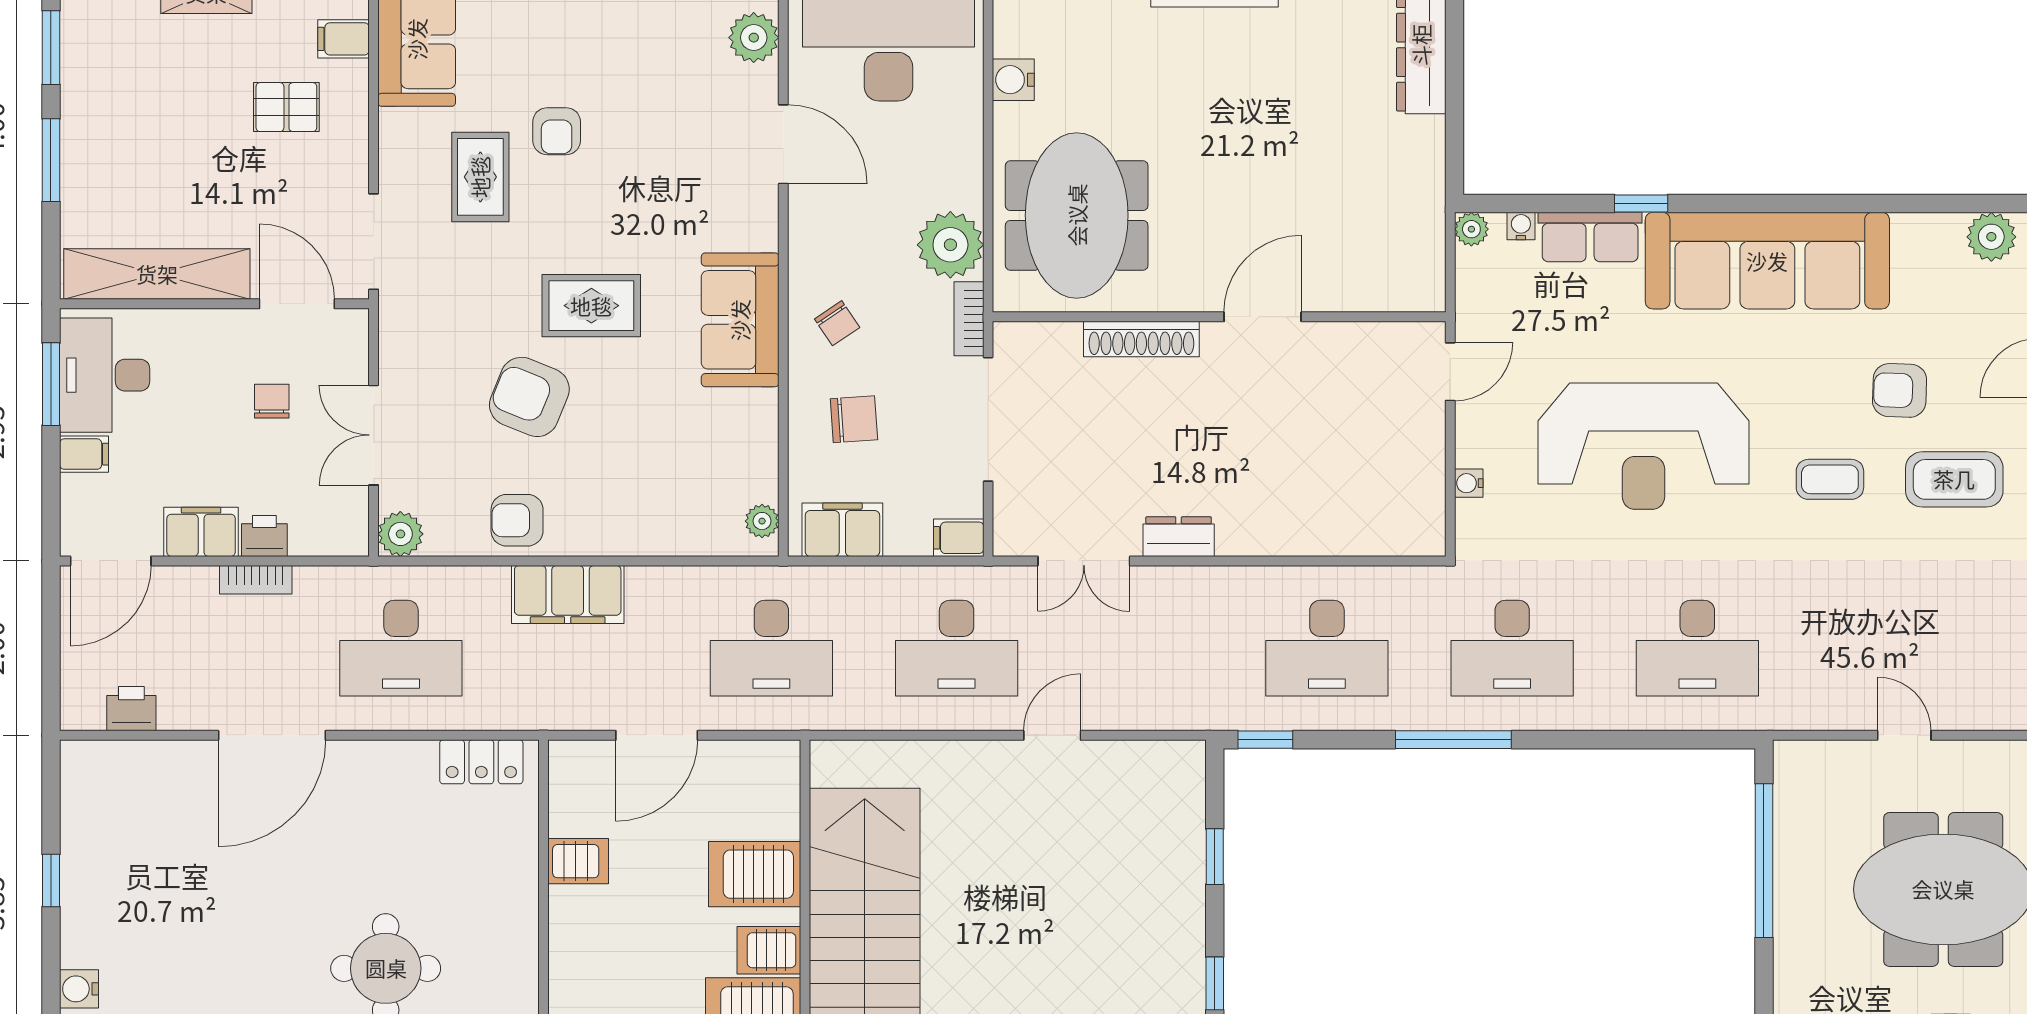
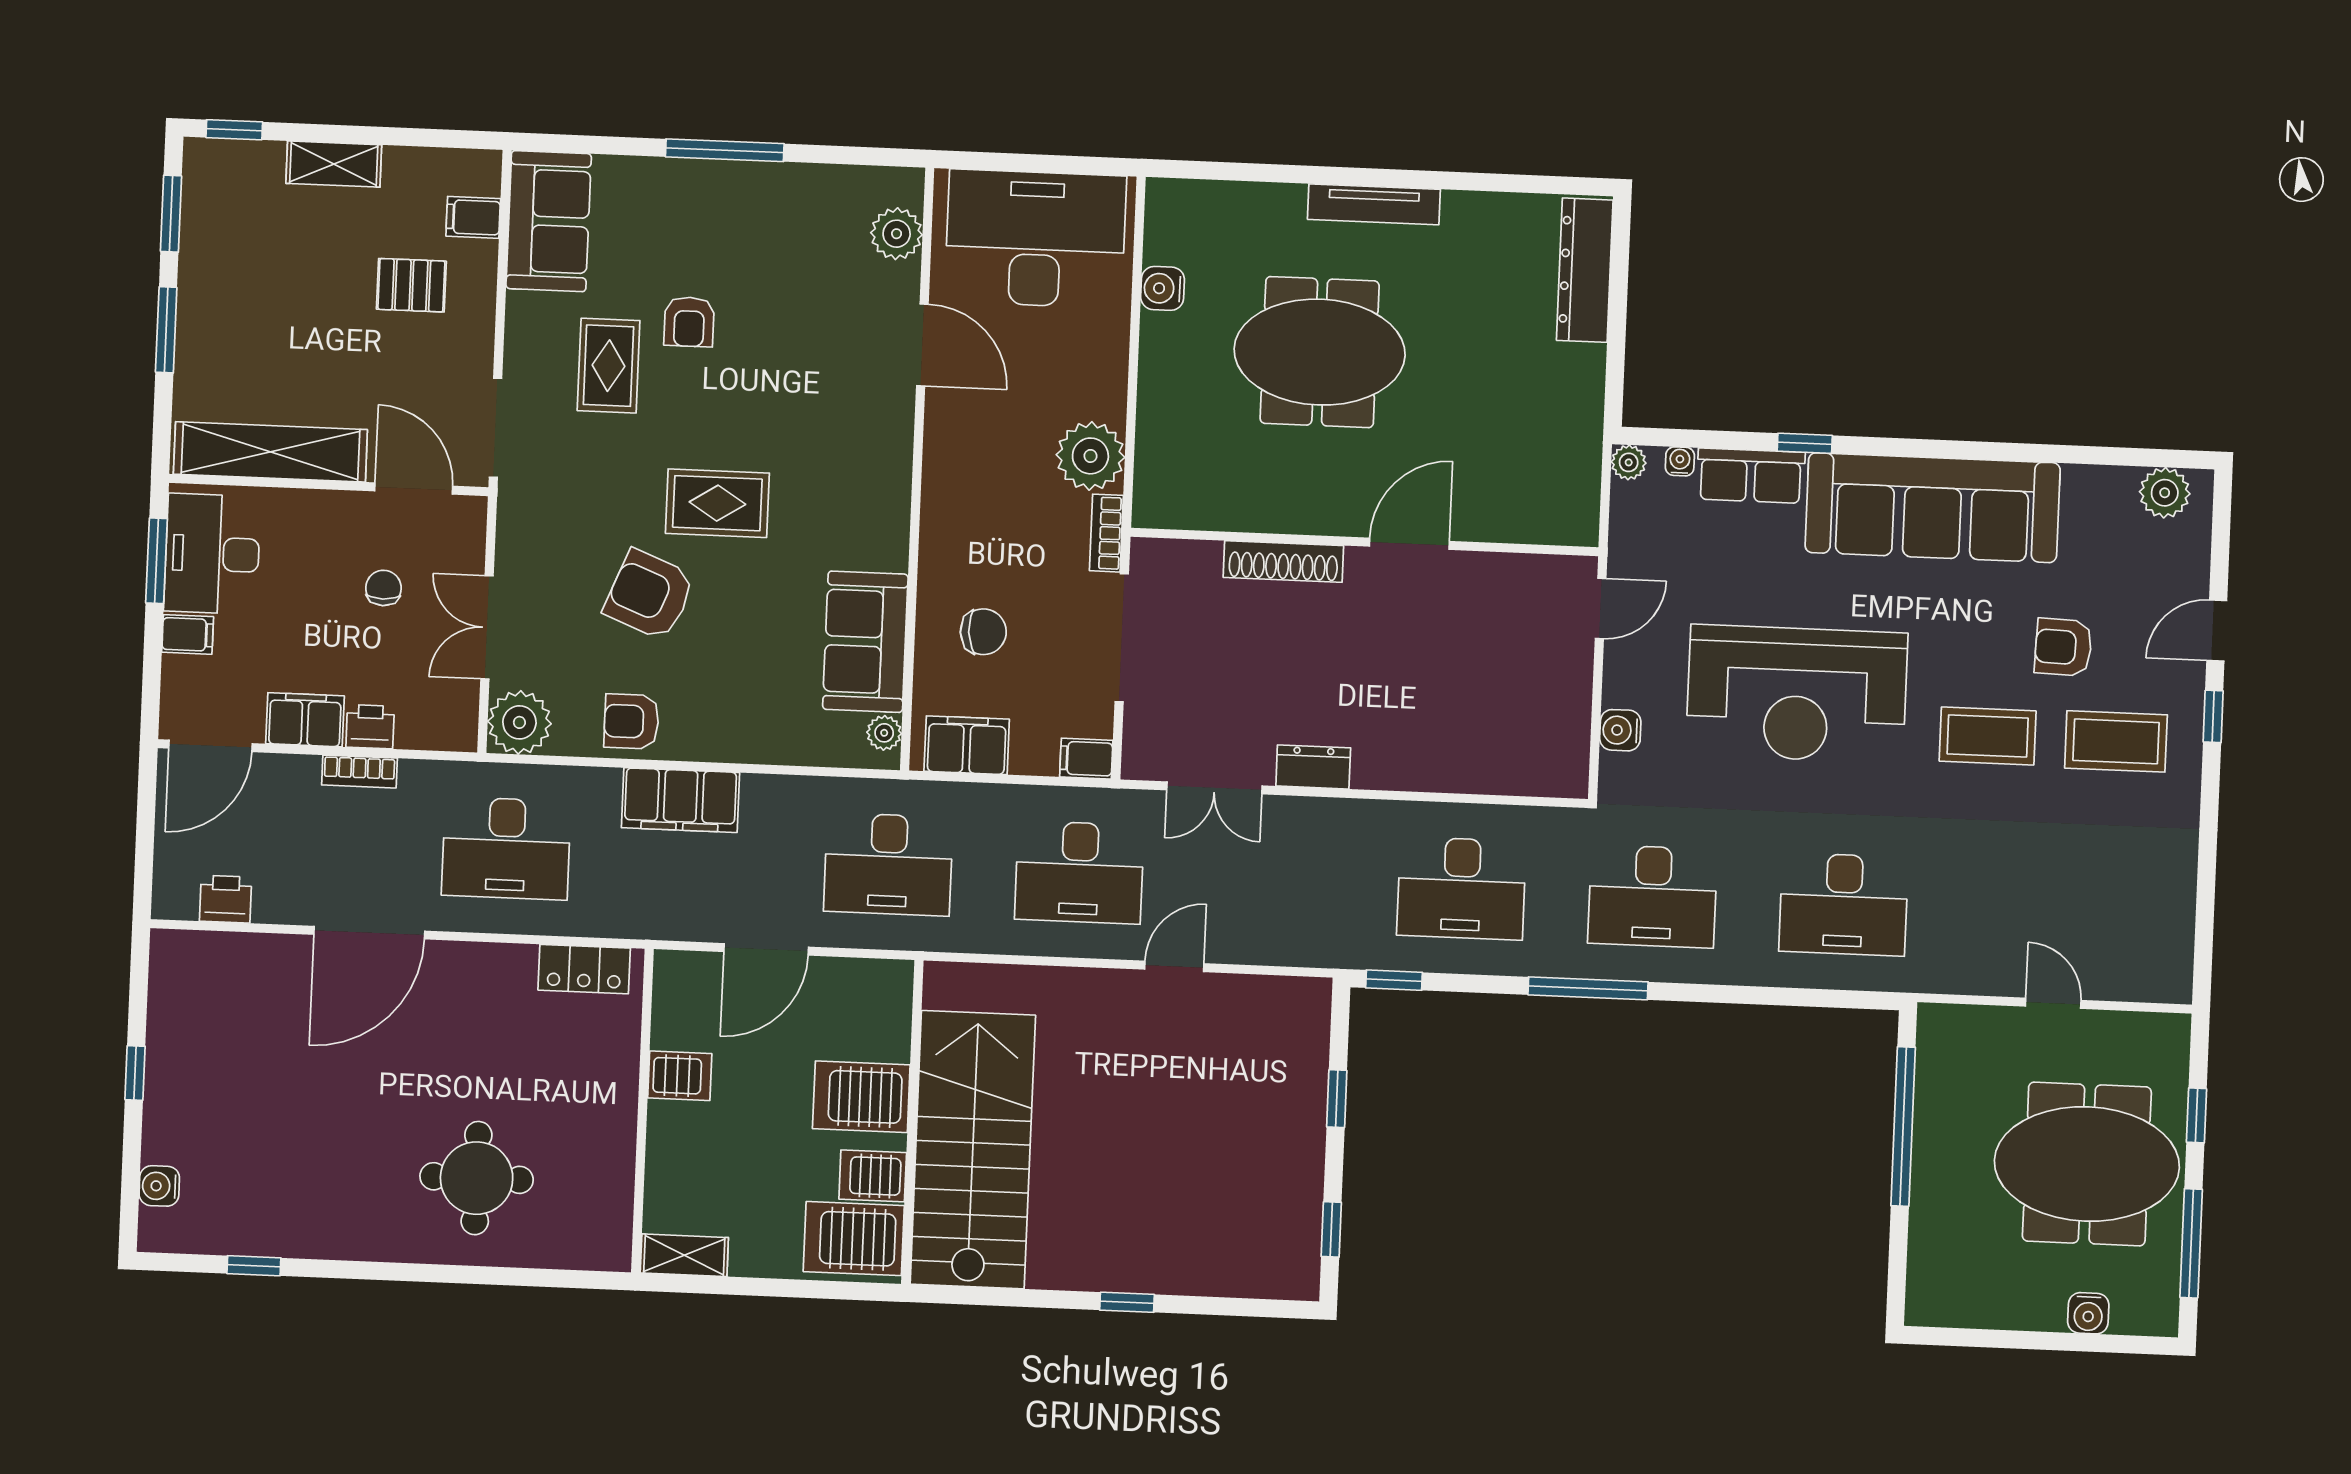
meeting table: (1077, 215) -> (1320, 352), moved, turned 90
sofa: (740, 320) -> (865, 642), moved
chair: (837, 323) -> (970, 532), removed
coffee table: (1830, 479) -> (1988, 736), width x1.36, depth x1.30
water cooler: (1469, 483) -> (1620, 730), width x1.38, depth x1.38
plant: (400, 534) -> (519, 722), width x1.36, depth x1.36

